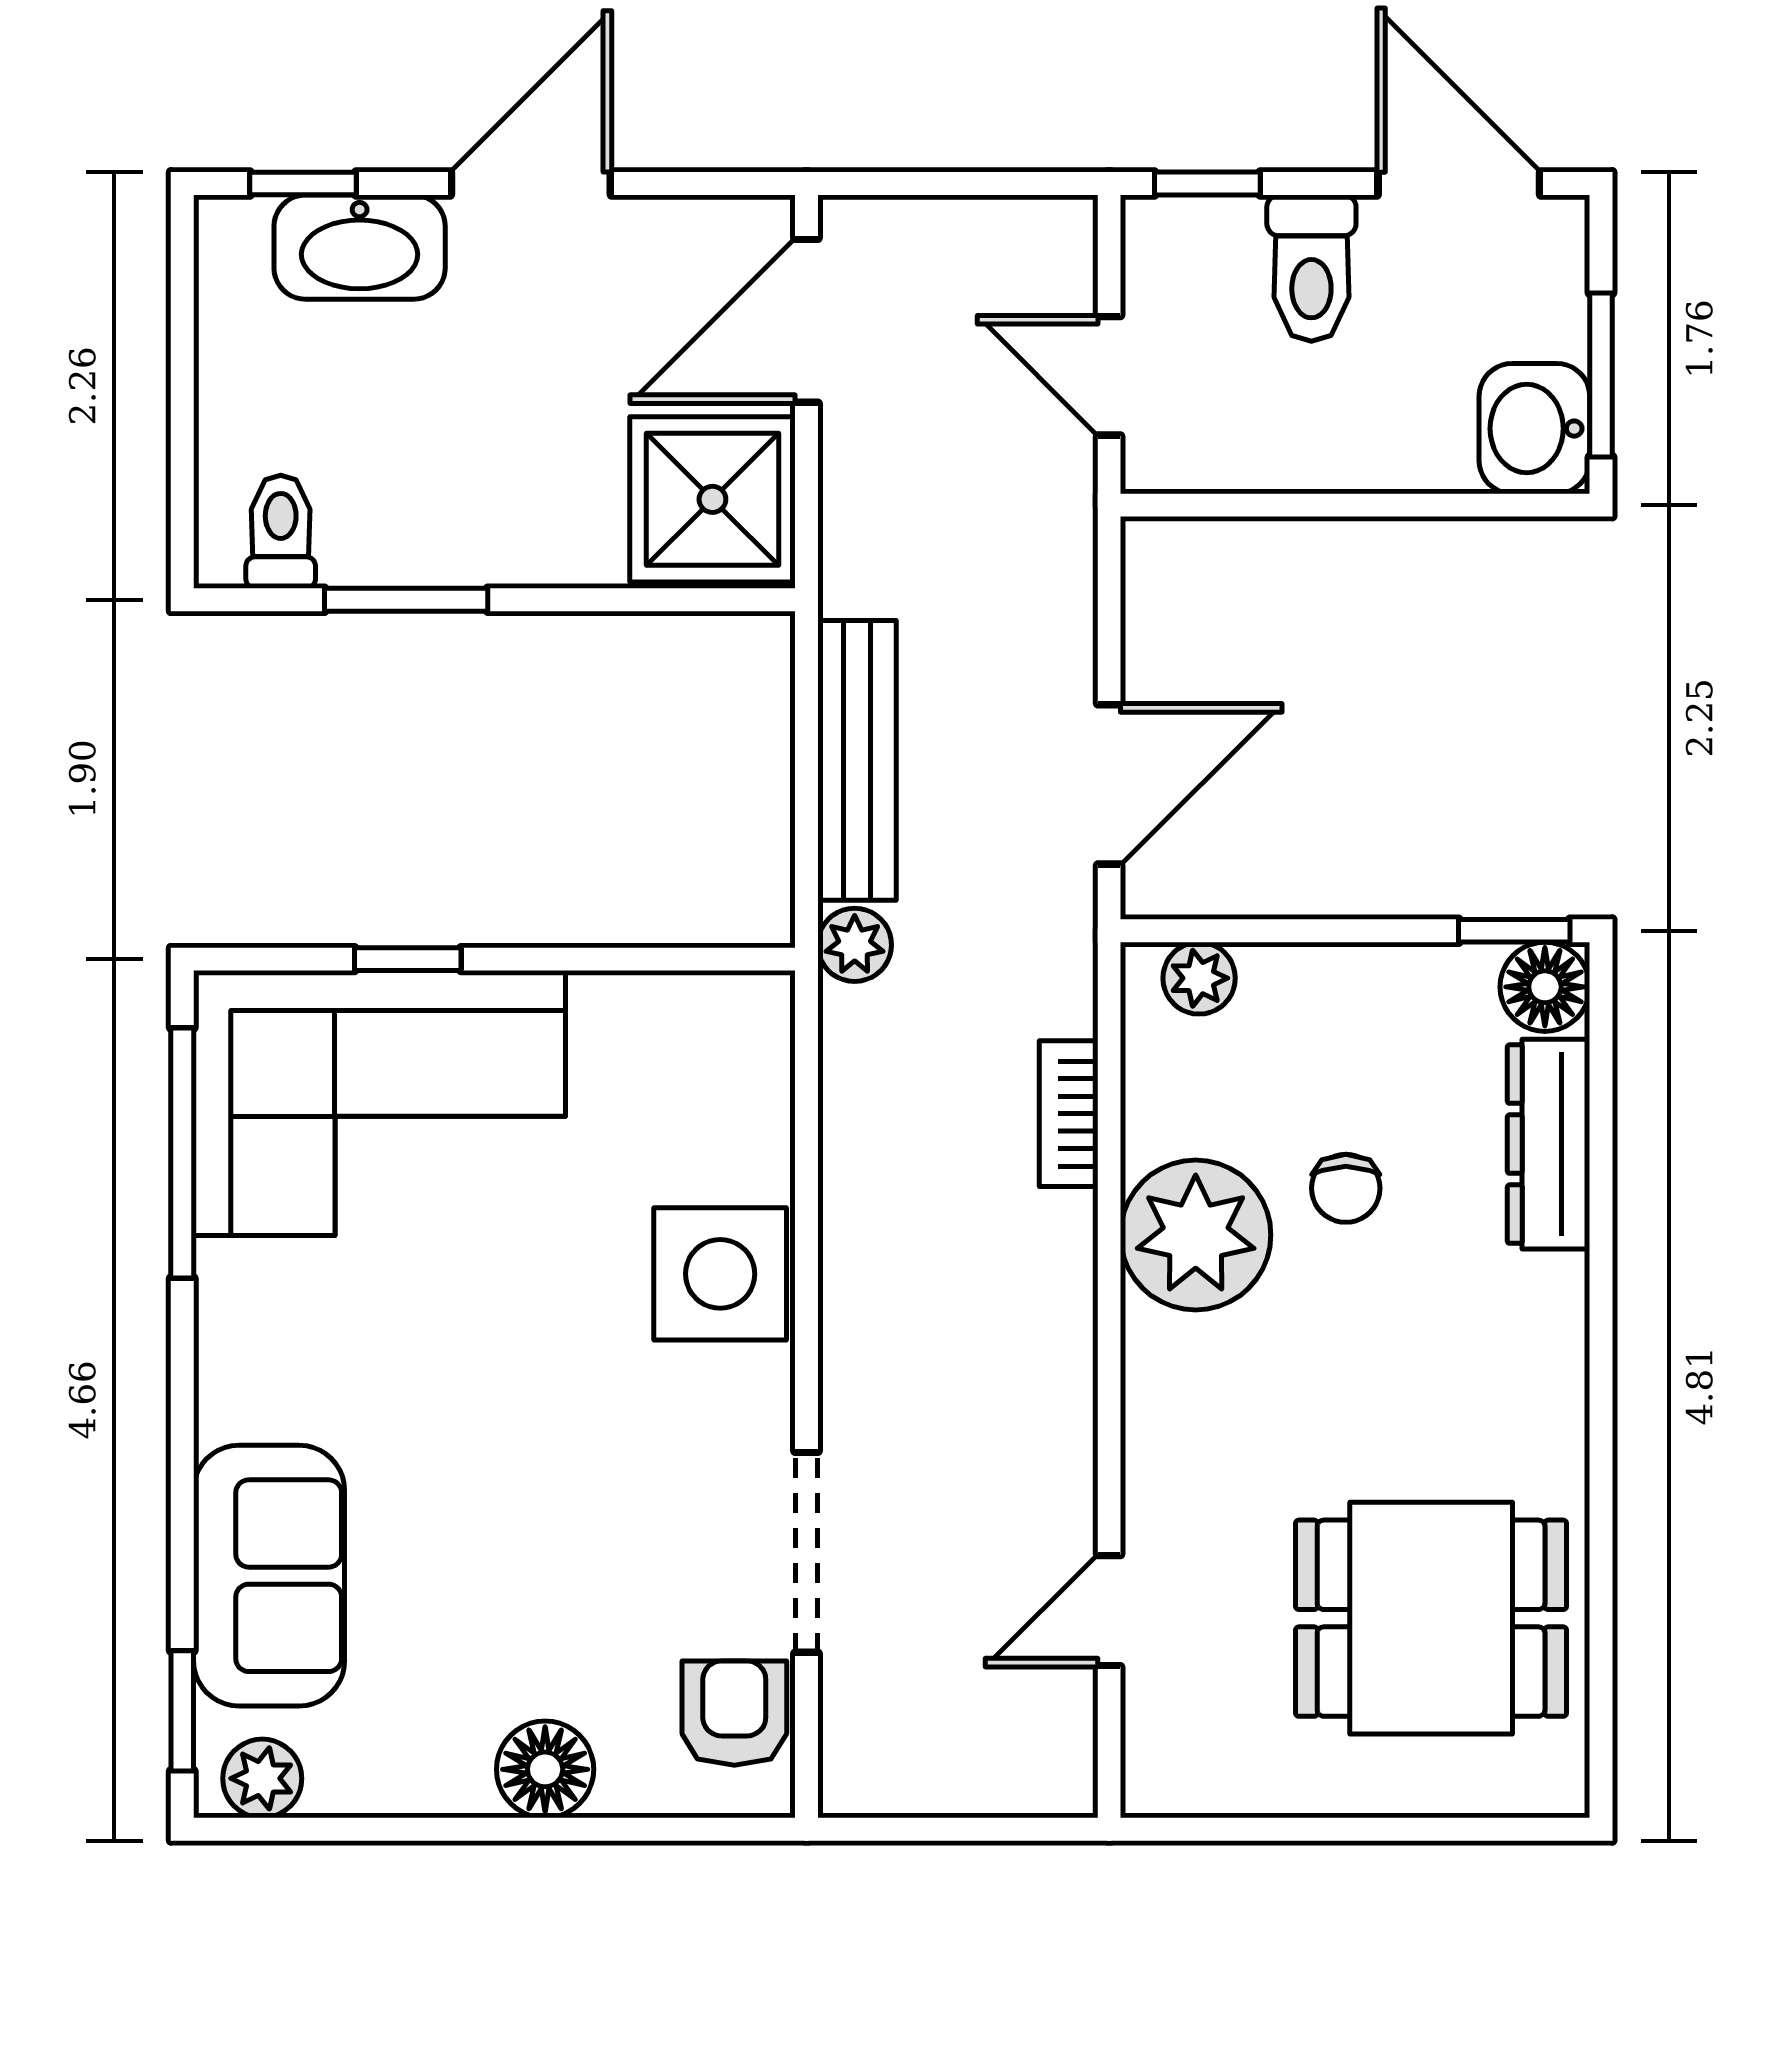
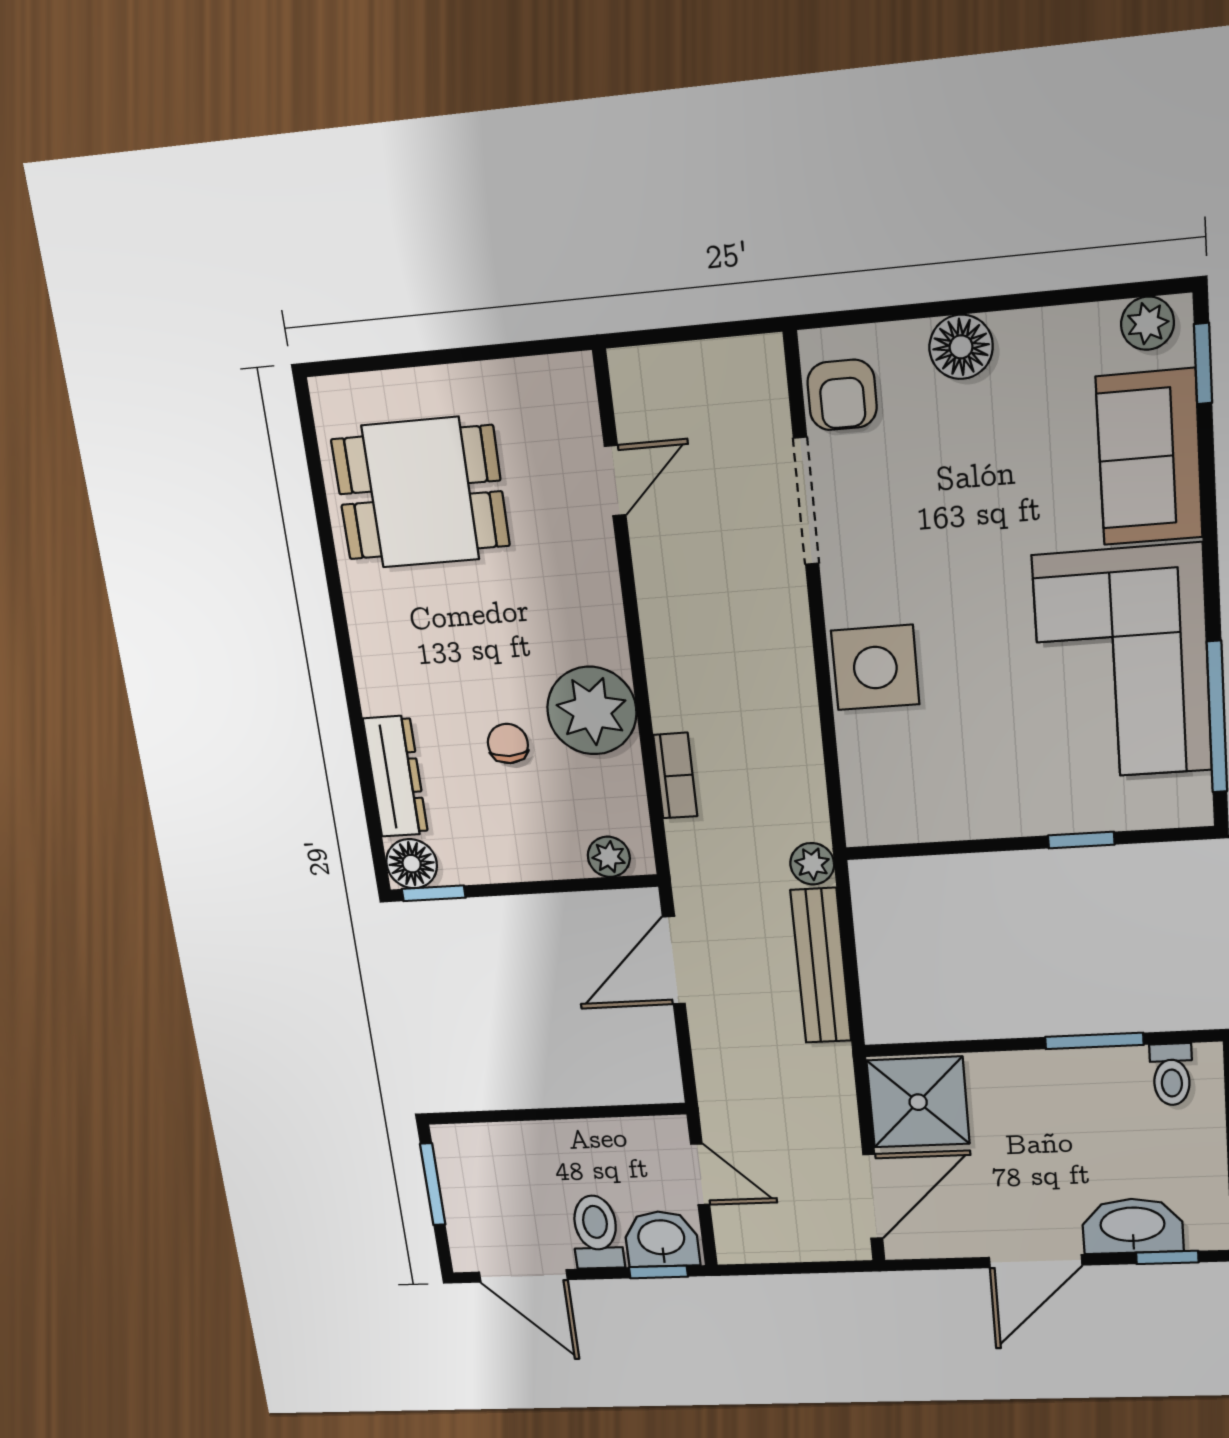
washbasin: (1534, 429) -> (661, 1239), moved, turned -90
corner sofa: (379, 1103) -> (1122, 663), moved, turned -90

